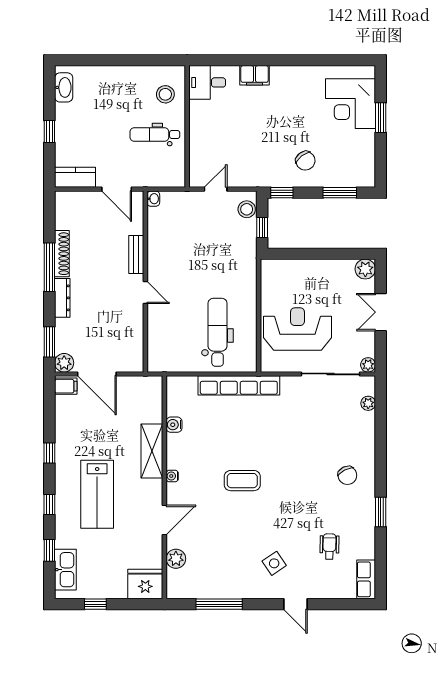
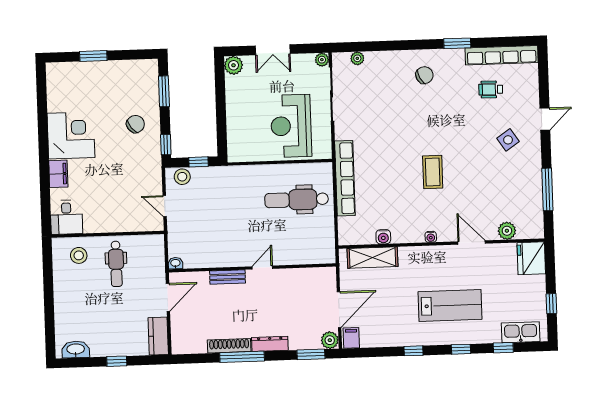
corner desk: (350, 104) -> (71, 135), moved, turned -90
shelving: (152, 451) -> (373, 258), moved
row of seats: (366, 579) -> (502, 55), width x2.02

